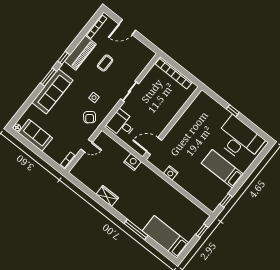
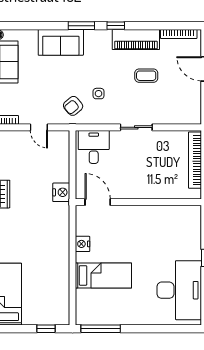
sofa: (52, 91) -> (61, 42), width x0.73
bed: (222, 169) -> (103, 275), moved, turned 90
window: (226, 200) -> (101, 329), width x2.17

